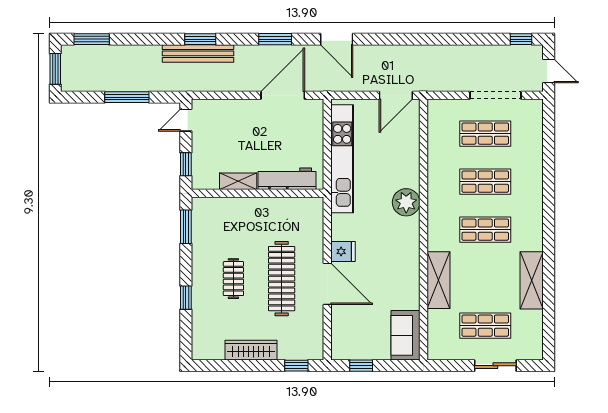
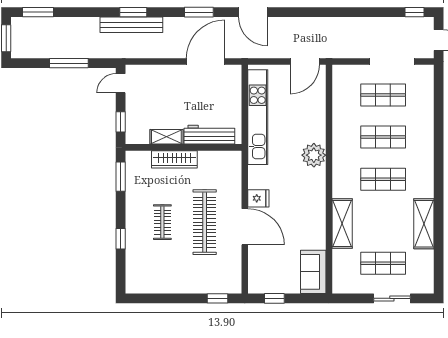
wardrobe: (251, 350) -> (174, 159), moved, turned 180

